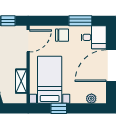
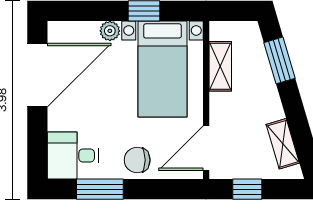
door: (111, 66) -> (37, 75), moved
plant: (91, 99) -> (110, 31), moved

